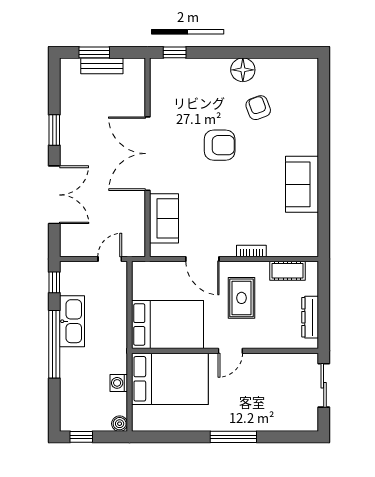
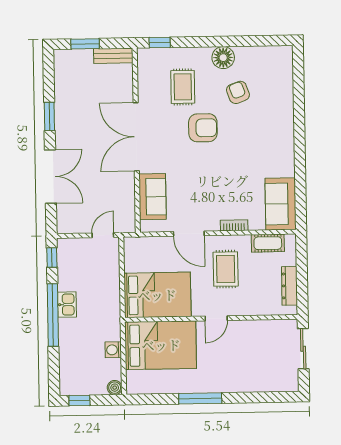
bench: (102, 66) -> (113, 56), moved
rug: (199, 101) -> (183, 87), added
sofa: (302, 184) -> (281, 204), moved
kitchen sink: (72, 321) -> (67, 305), width x0.53, depth x0.81
window: (233, 437) -> (200, 398), moved

